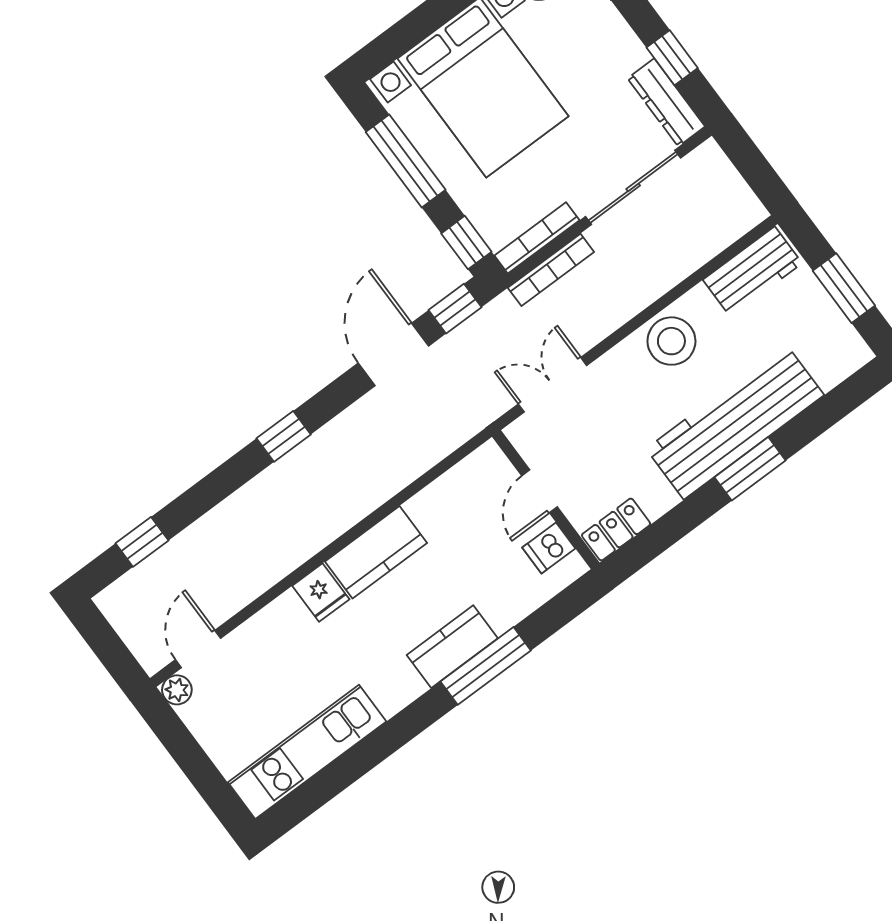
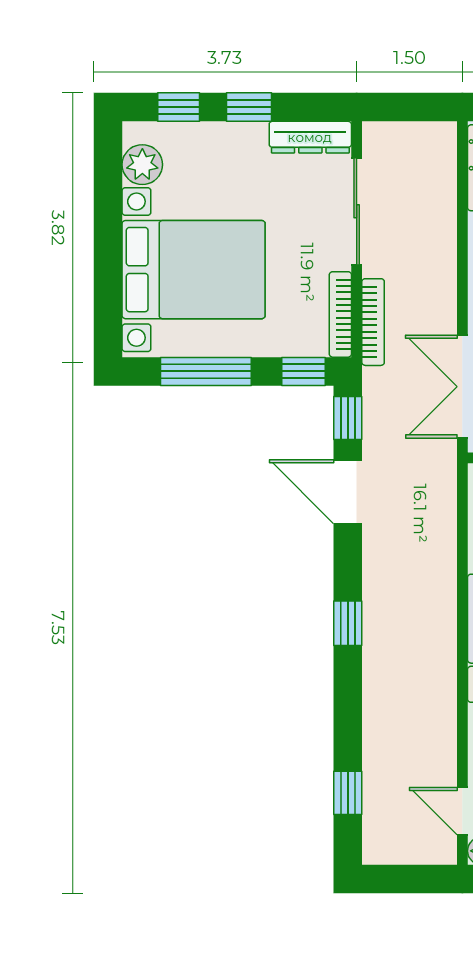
window: (672, 58) -> (249, 107), moved
double door: (553, 385) -> (462, 387), width x1.37

